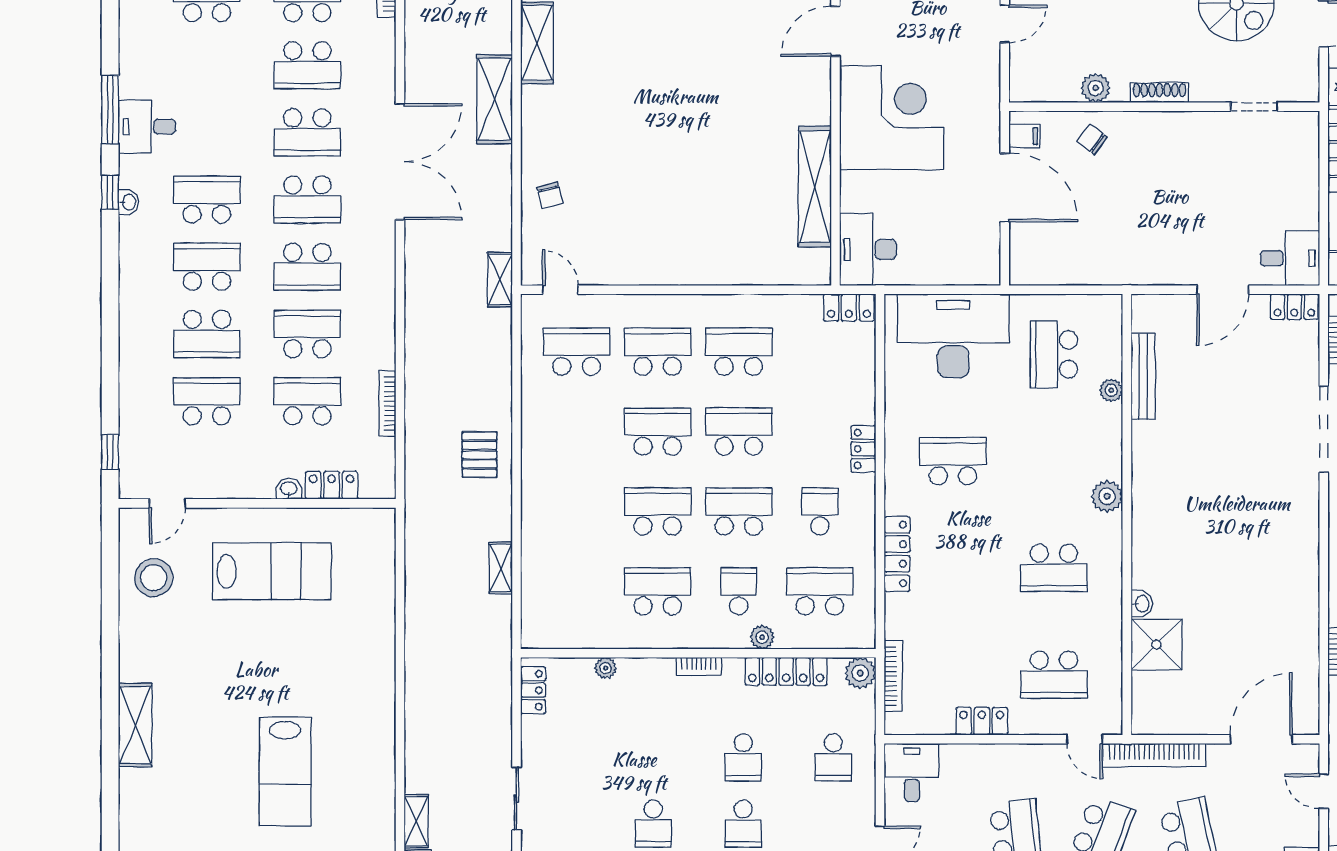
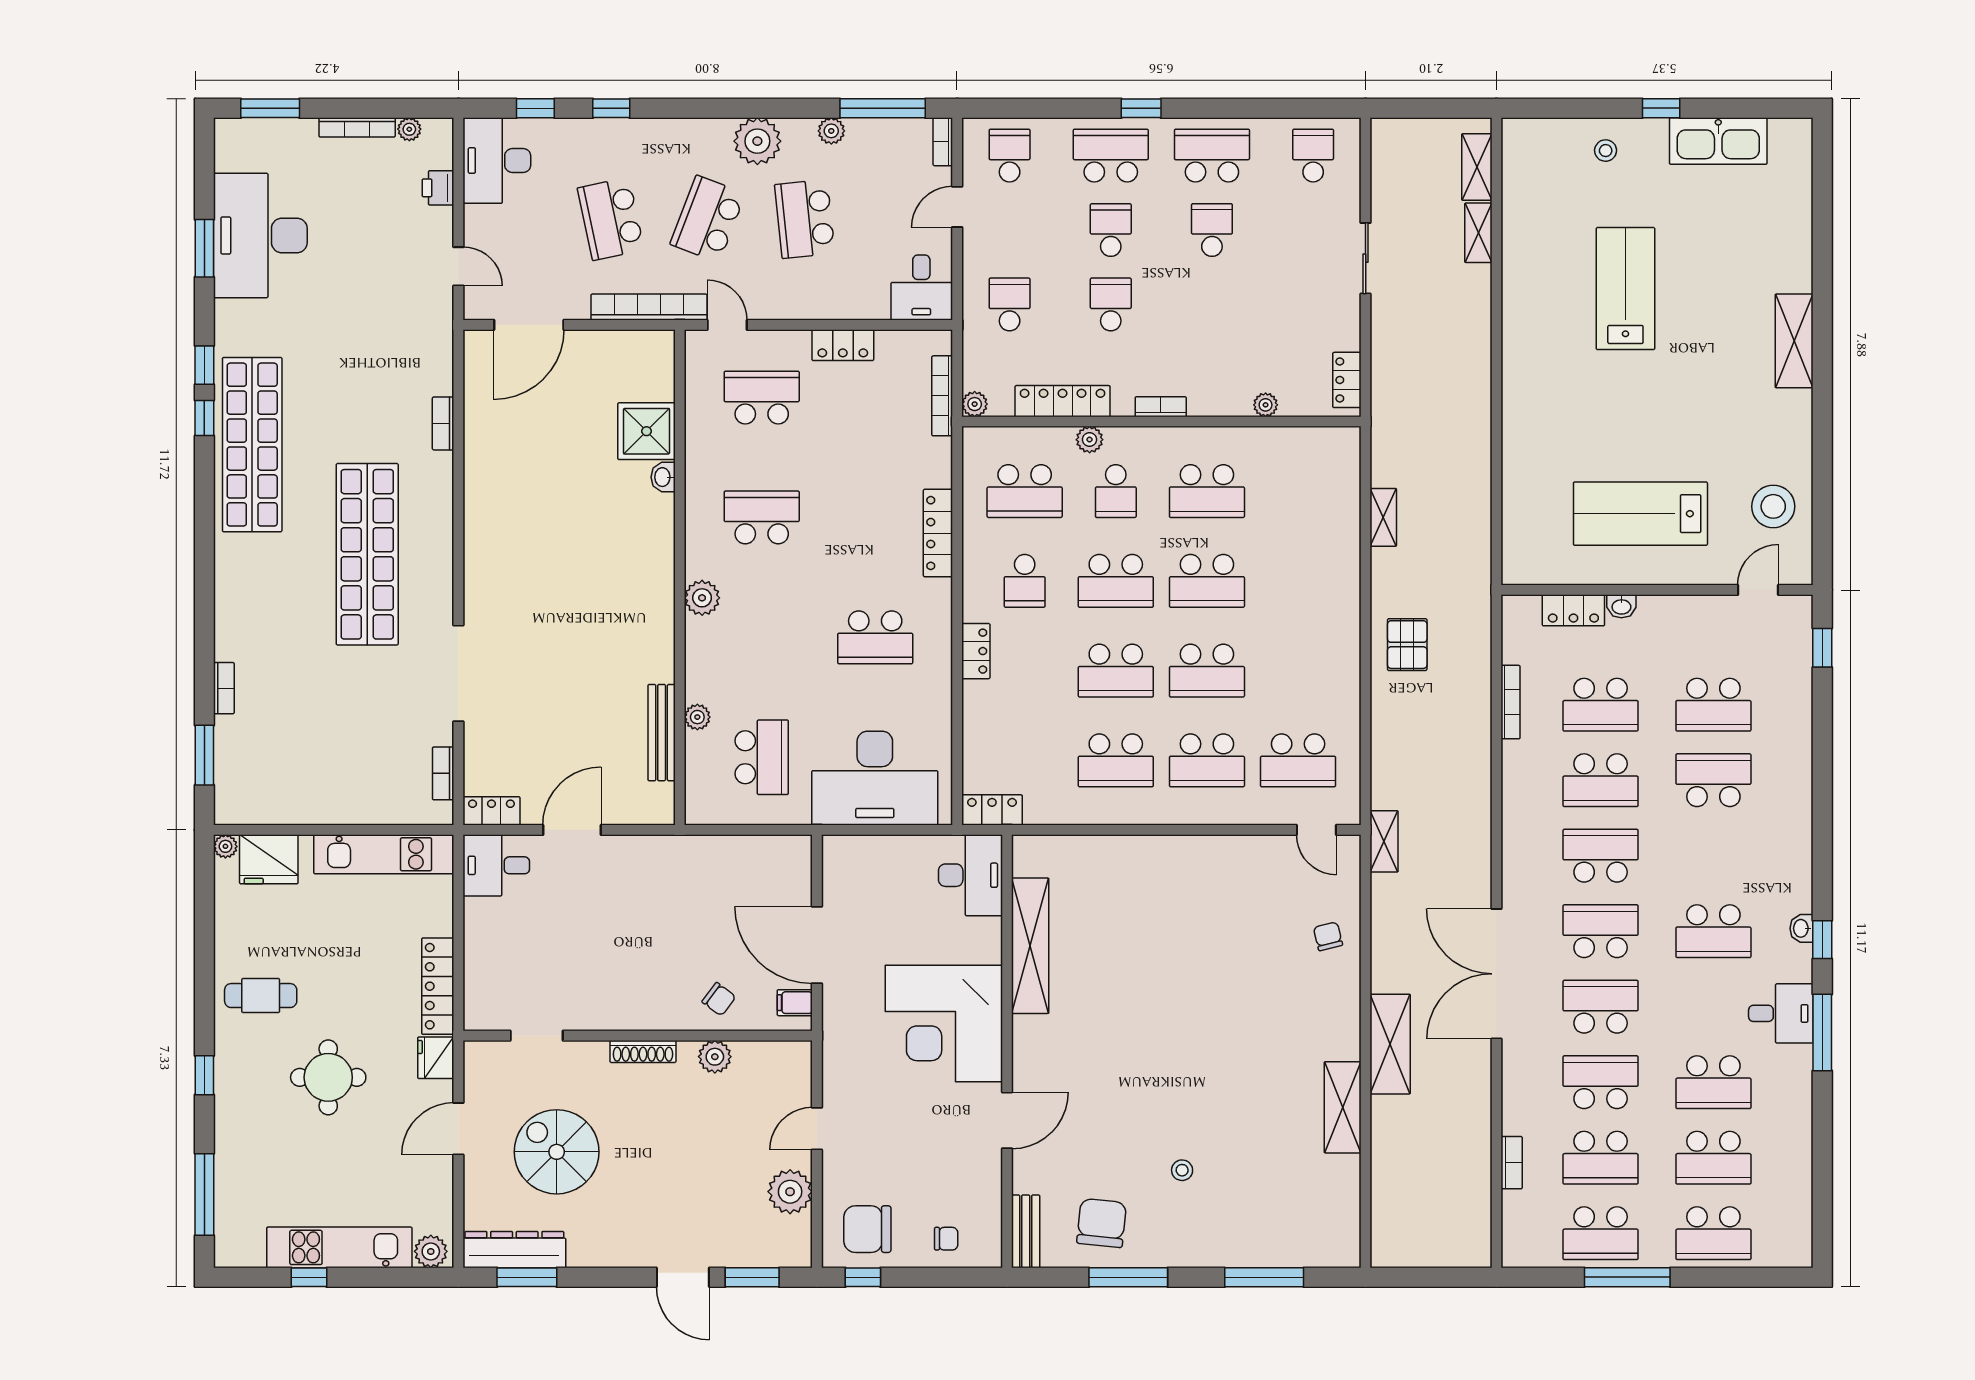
school desk: (207, 267) -> (1713, 1082), moved
plant: (860, 673) -> (975, 404), width x0.73, depth x0.73

